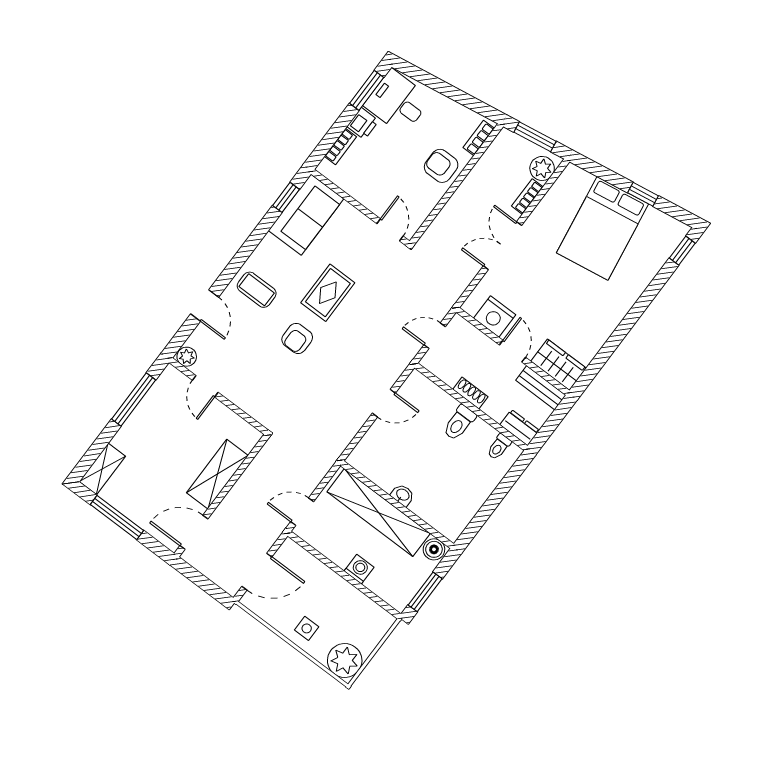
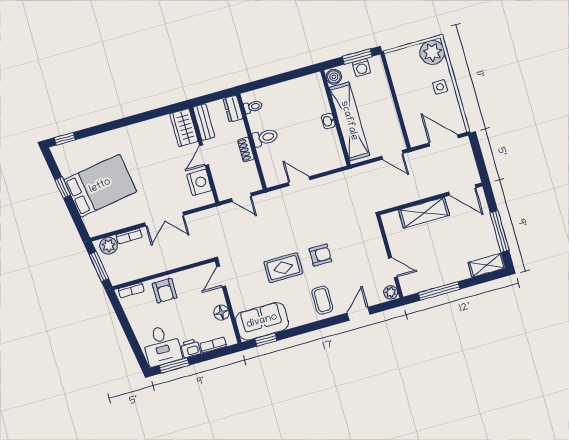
floor lamp: (359, 190) -> (221, 313), added
door: (205, 386) -> (393, 268), hinge flipped
washing machine: (359, 569) -> (361, 68), moved, turned -90

